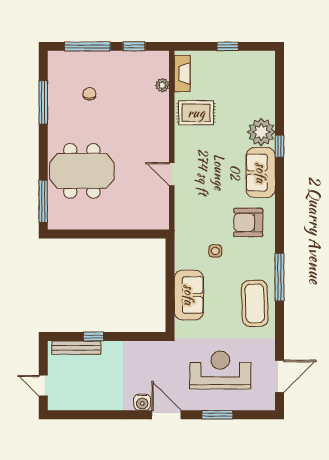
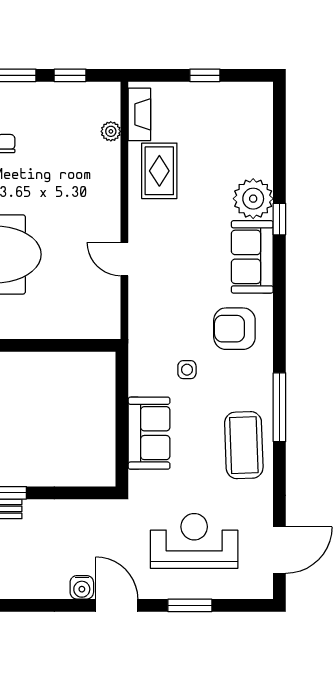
rug: (196, 113) -> (159, 171), turned 90

